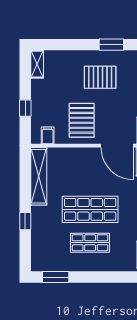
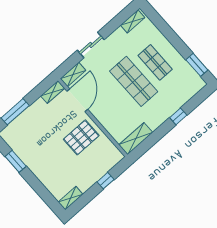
pallet: (100, 77) -> (43, 150), removed
filing cabinet: (48, 135) -> (110, 151), removed
shelving: (39, 176) -> (136, 139), width x0.68

